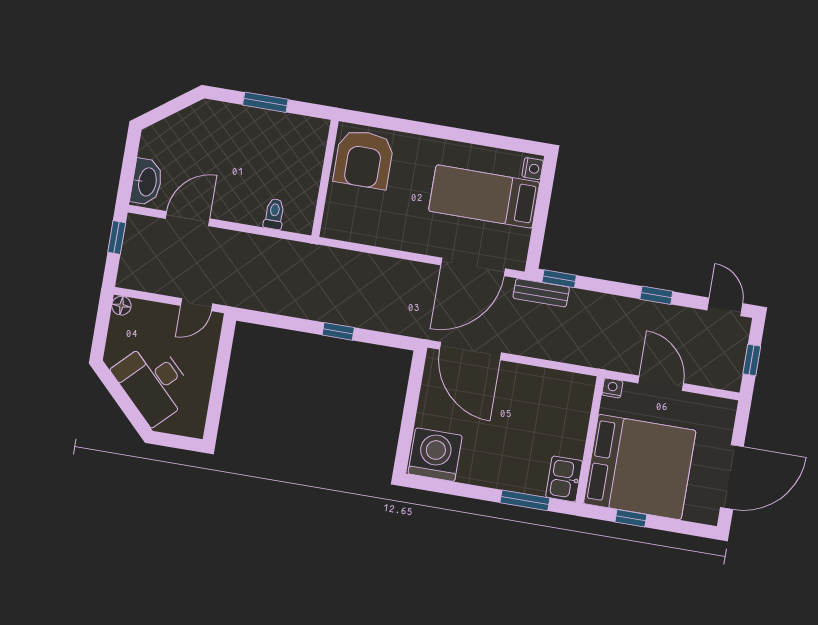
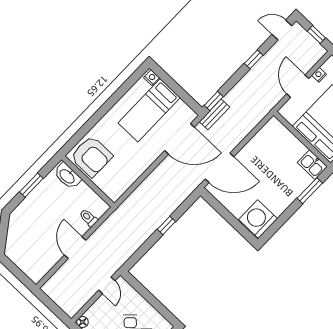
washbasin: (147, 182) -> (67, 176), moved, turned 180
door: (188, 219) -> (75, 248), moved
window: (117, 238) -> (48, 302), removed
door: (473, 267) -> (179, 139), hinge flipped
door: (661, 383) -> (298, 86), hinge flipped
nightstand: (612, 388) -> (319, 75), moved

